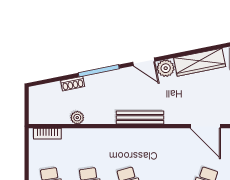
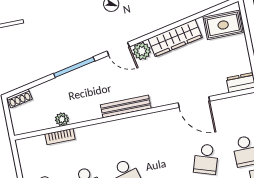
shoe rack: (73, 84) -> (19, 98), moved
bookcase: (47, 134) -> (60, 137), moved

